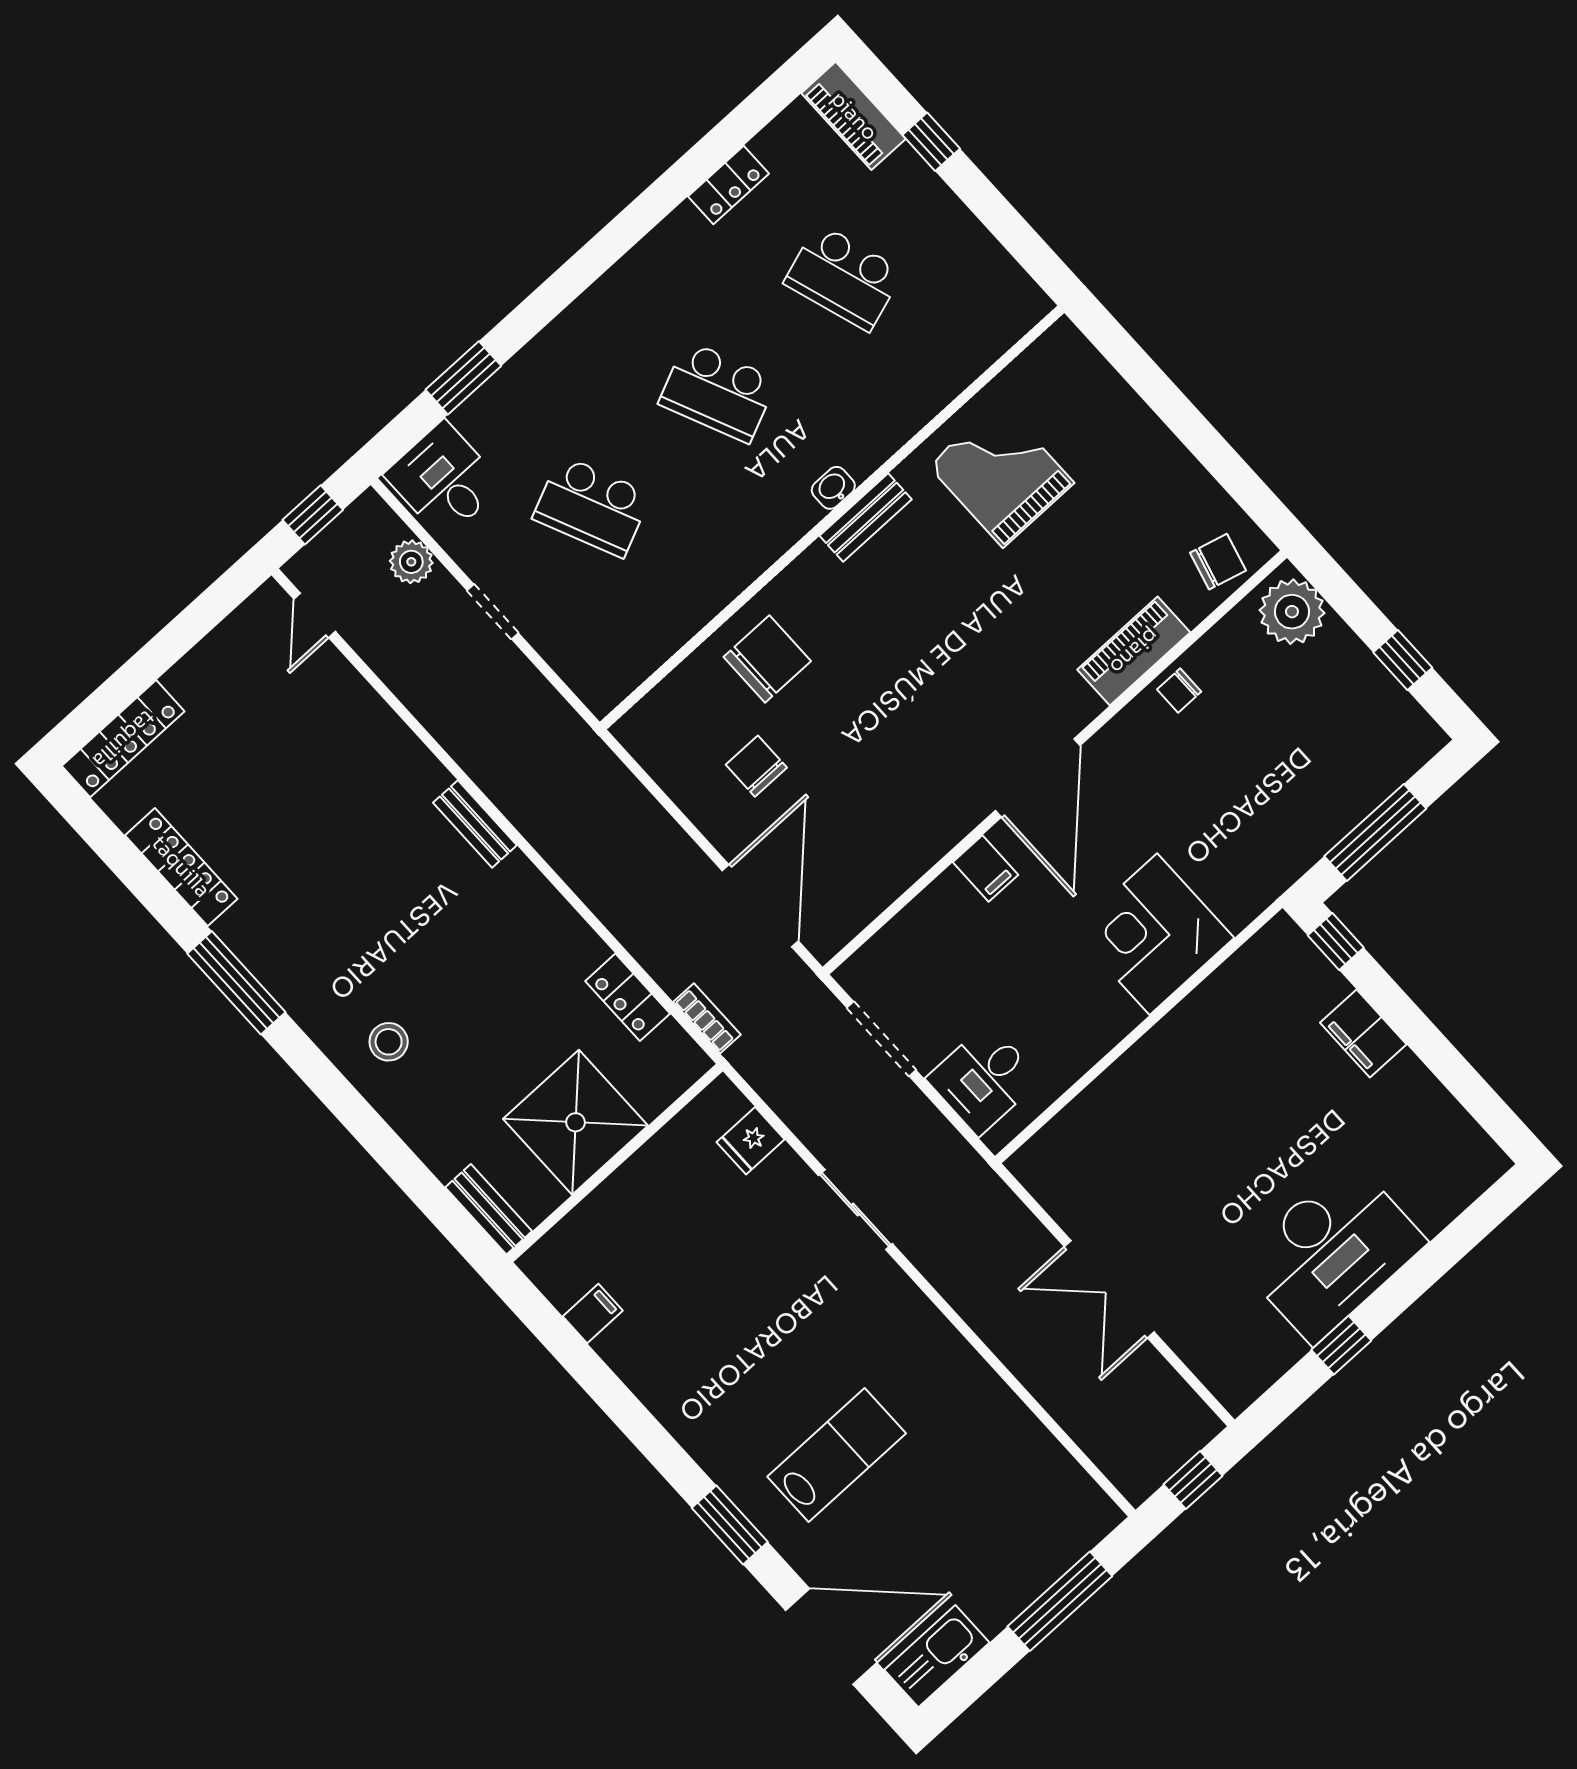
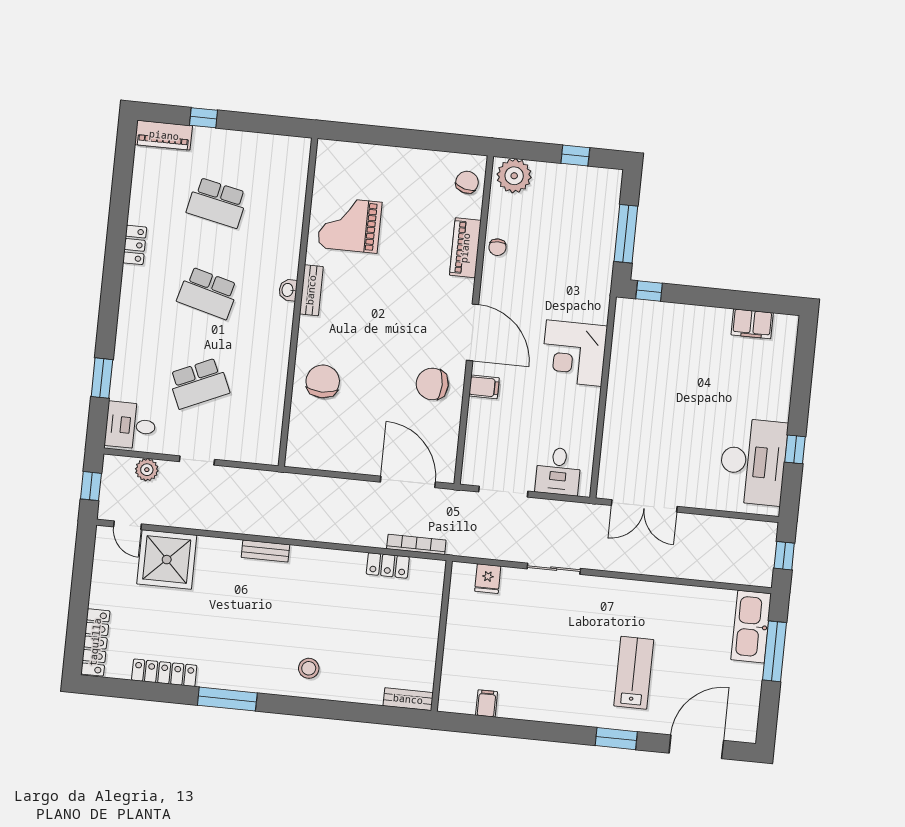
locker: (728, 185) -> (135, 245), moved
school desk: (844, 277) -> (217, 203), turned 30
school desk: (718, 392) -> (208, 293), turned 39
chair: (756, 766) -> (432, 384), moved, width x1.37, depth x1.37
bookcase: (707, 1018) -> (416, 544), width x1.56
filing cabinet: (1363, 1033) -> (752, 324), moved
shower: (576, 1122) -> (167, 560), moved
desk: (1332, 1251) -> (753, 462), moved
double door: (1109, 1289) -> (644, 506), moved
kitchen sink: (937, 1656) -> (751, 627), moved, width x1.36, depth x1.24

